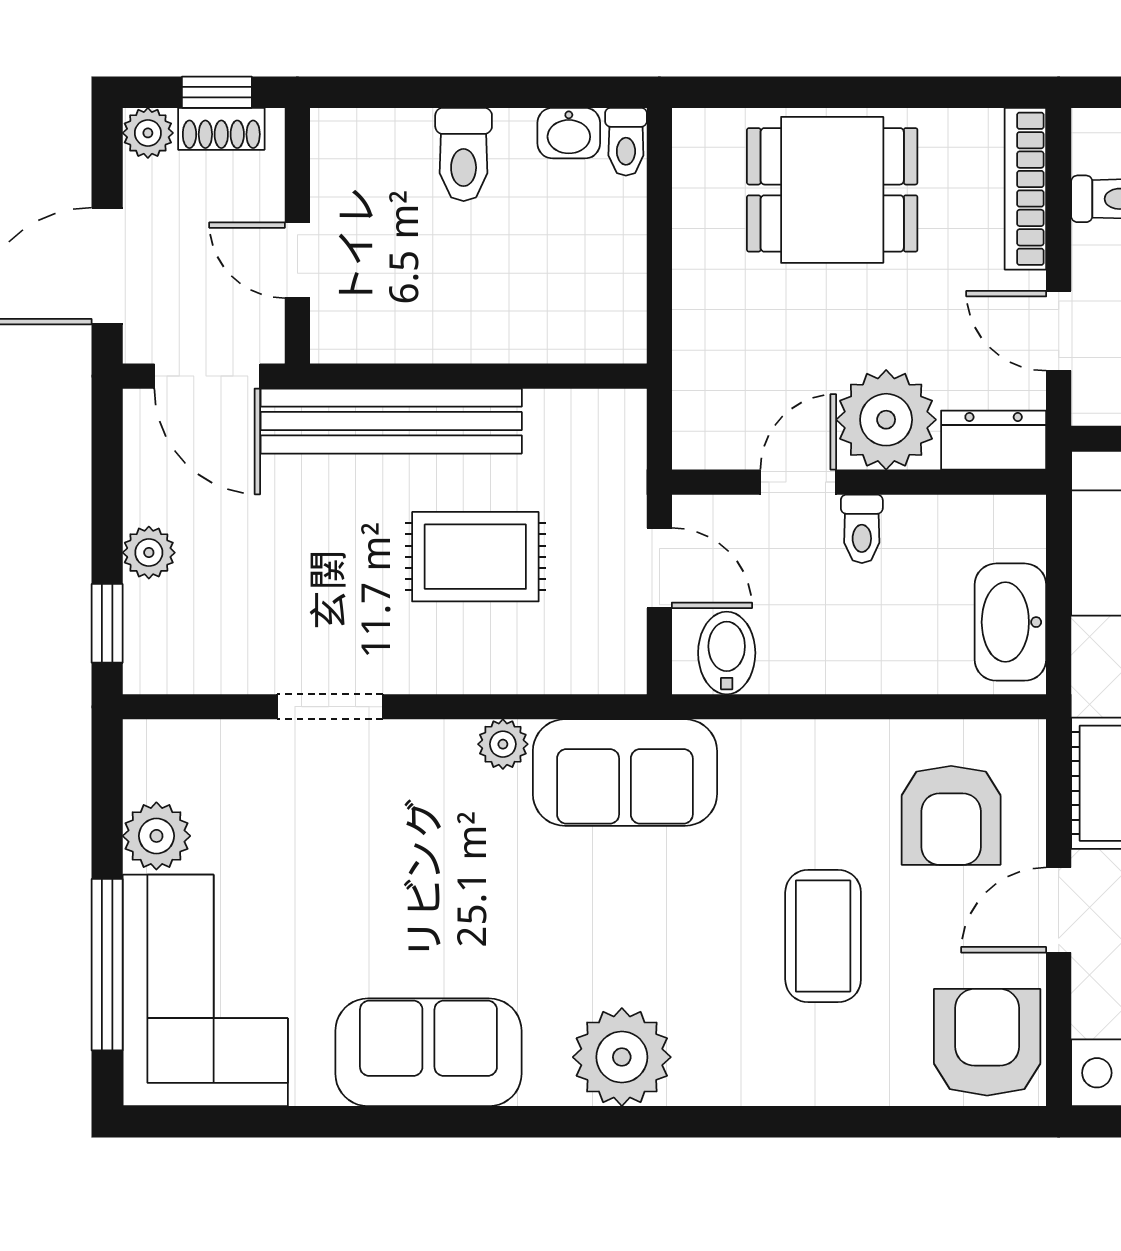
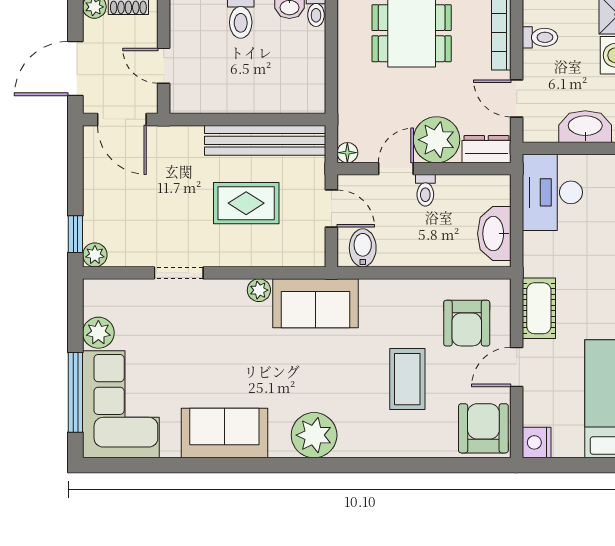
bench: (391, 421) -> (265, 140), moved
floor lamp: (694, 448) -> (347, 153), added
plant: (149, 553) -> (95, 255), moved

